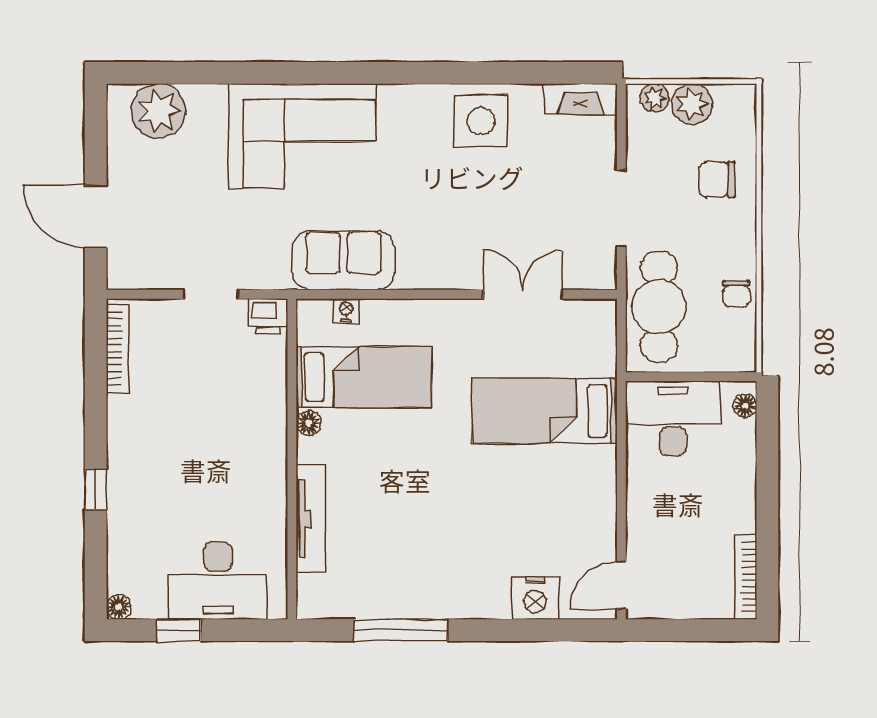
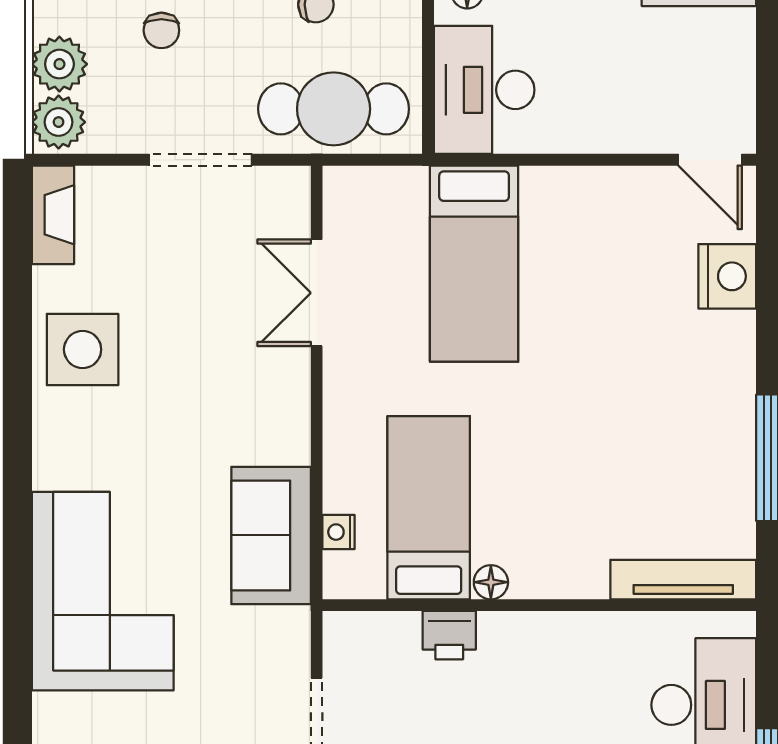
plant: (655, 98) -> (59, 122), width x1.38, depth x1.38
chair: (717, 179) -> (161, 30), width x0.73, depth x0.73
printer: (268, 316) -> (449, 635), moved, turned 90
tv unit: (311, 519) -> (683, 580), moved

